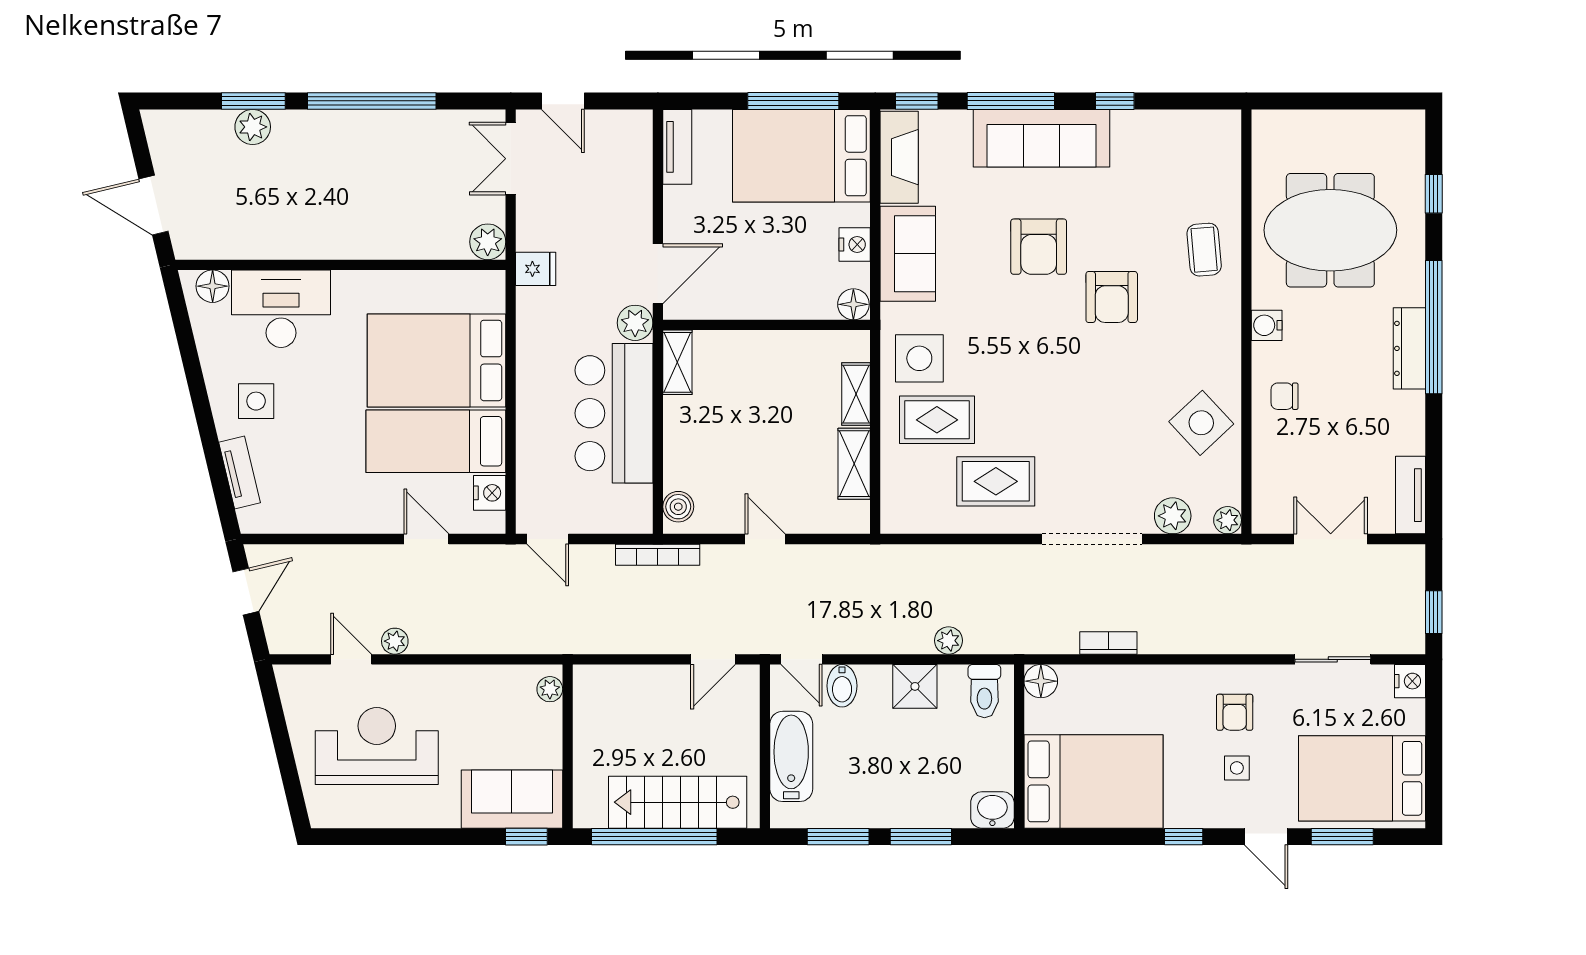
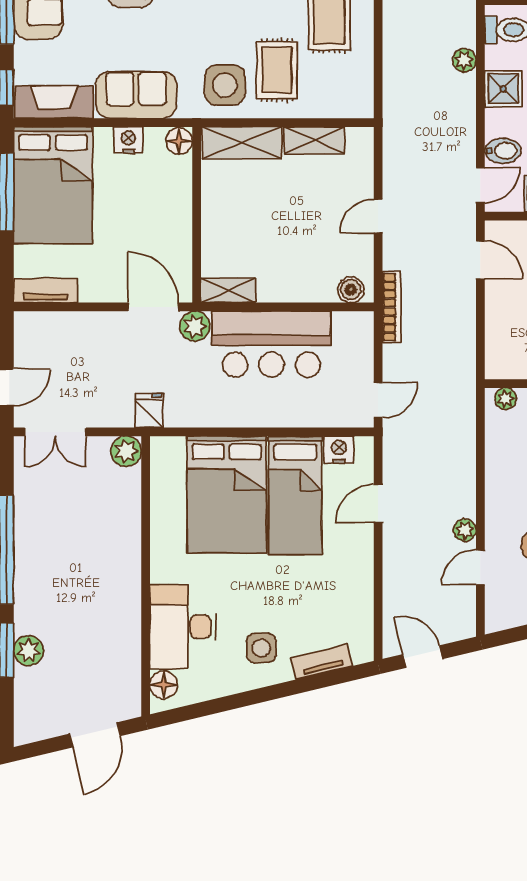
shelving: (856, 394) -> (242, 143), width x1.50, depth x1.33

